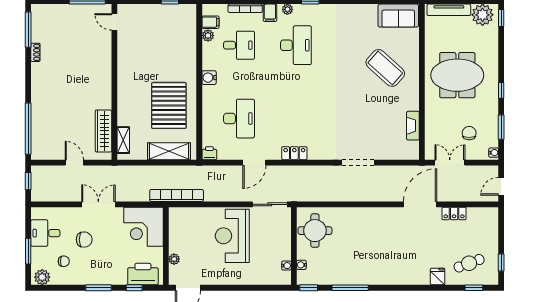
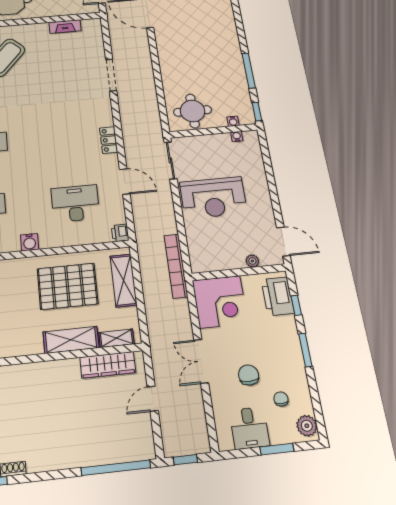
shelving: (126, 104) -> (71, 340), added

